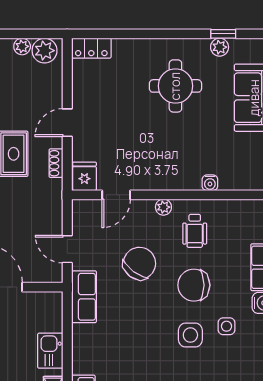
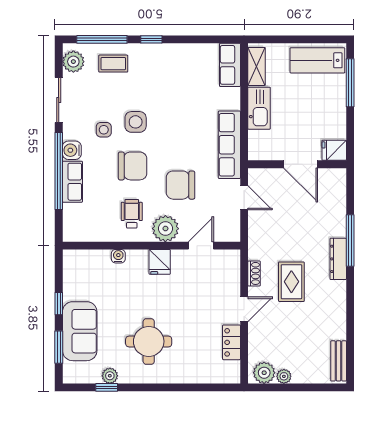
locker: (91, 48) -> (232, 342), moved, turned -90
fridge: (84, 176) -> (160, 262), moved
plant: (163, 207) -> (165, 229), width x1.88, depth x1.88
chair: (139, 263) -> (180, 185), turned 53
row of seats: (84, 297) -> (229, 145), width x1.48
kitchen sink: (50, 351) -> (259, 108), width x1.38

